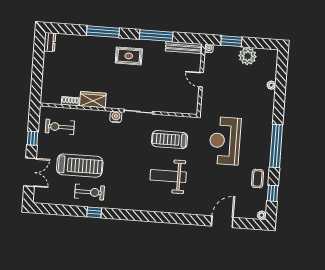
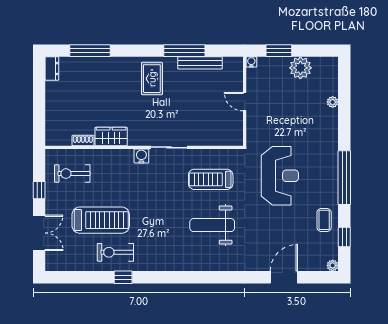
window: (103, 32) -> (90, 51), moved
bench: (183, 47) -> (200, 63), moved
rug: (129, 56) -> (152, 79), turned 90
reception desk: (225, 141) -> (280, 176), turned 180
exercise bike: (90, 192) -> (115, 252), turned 180

